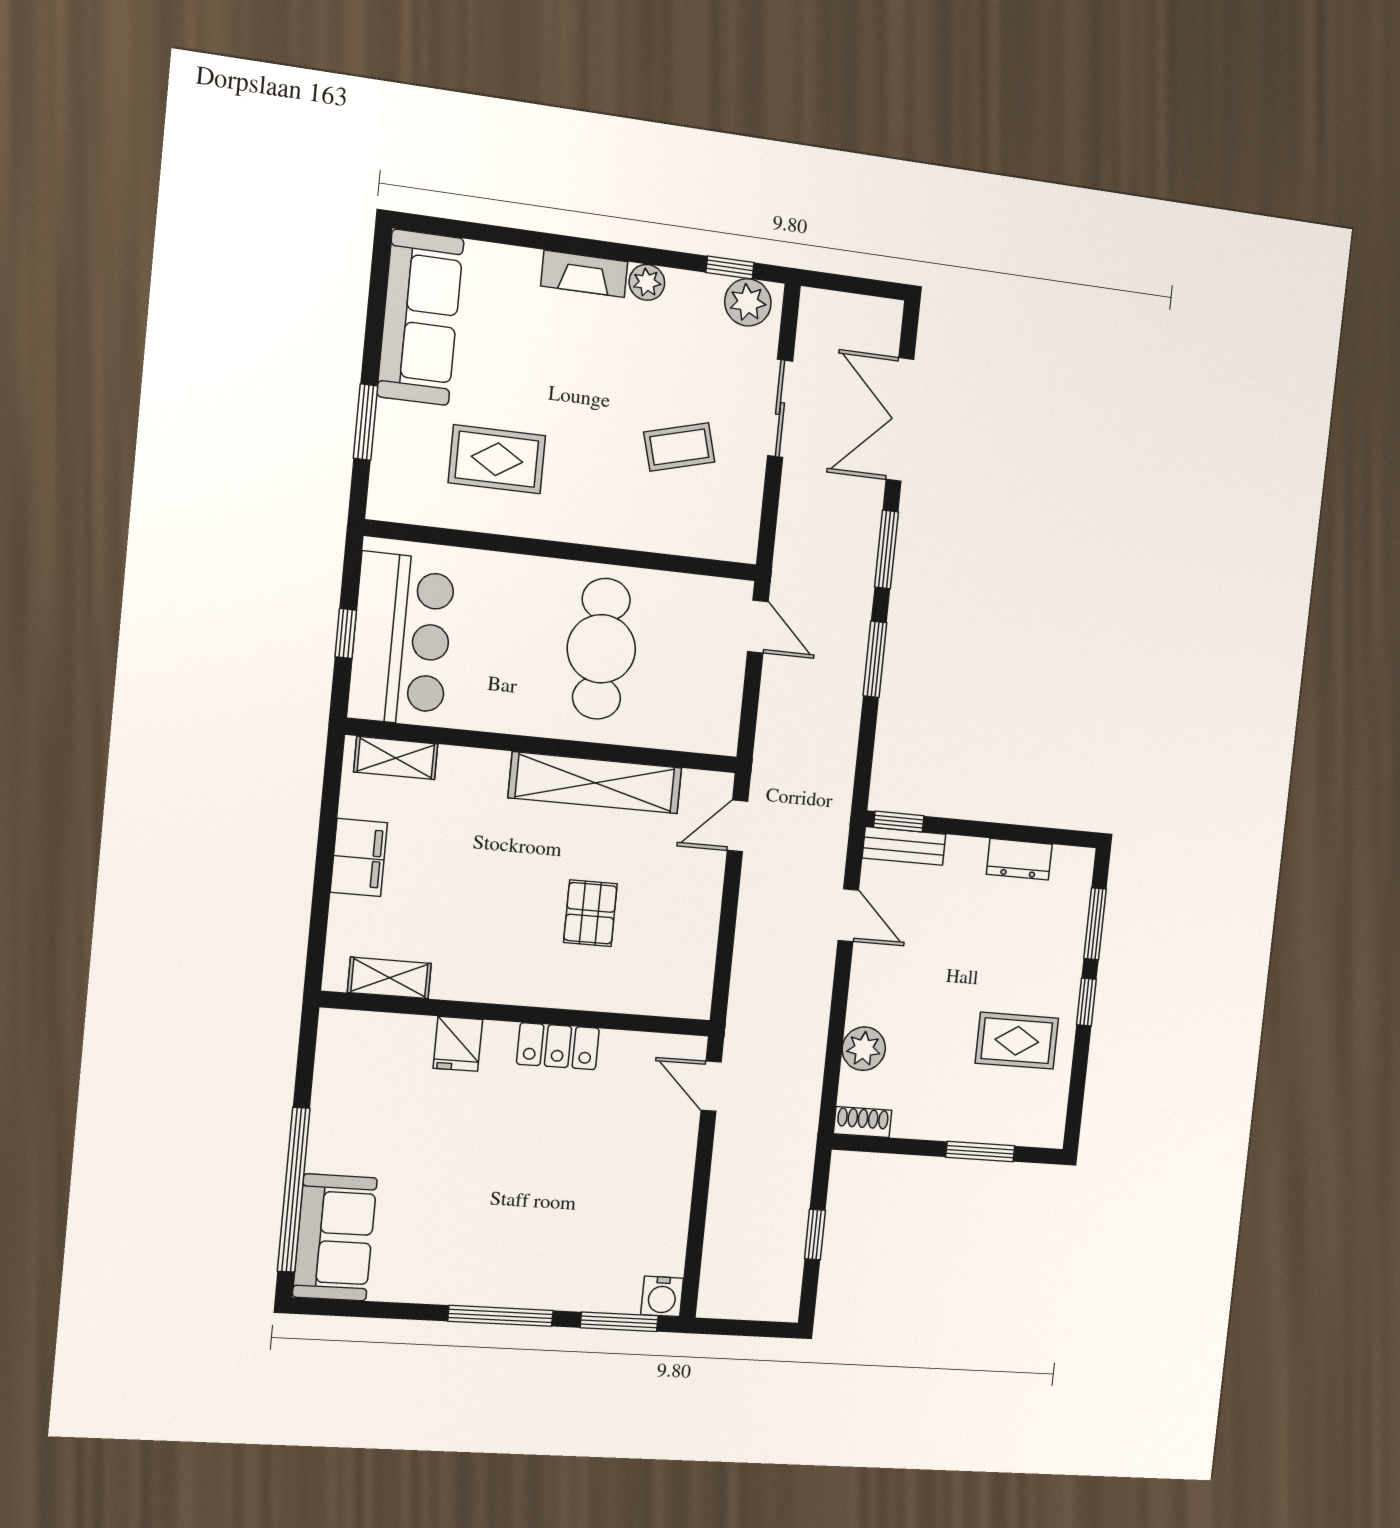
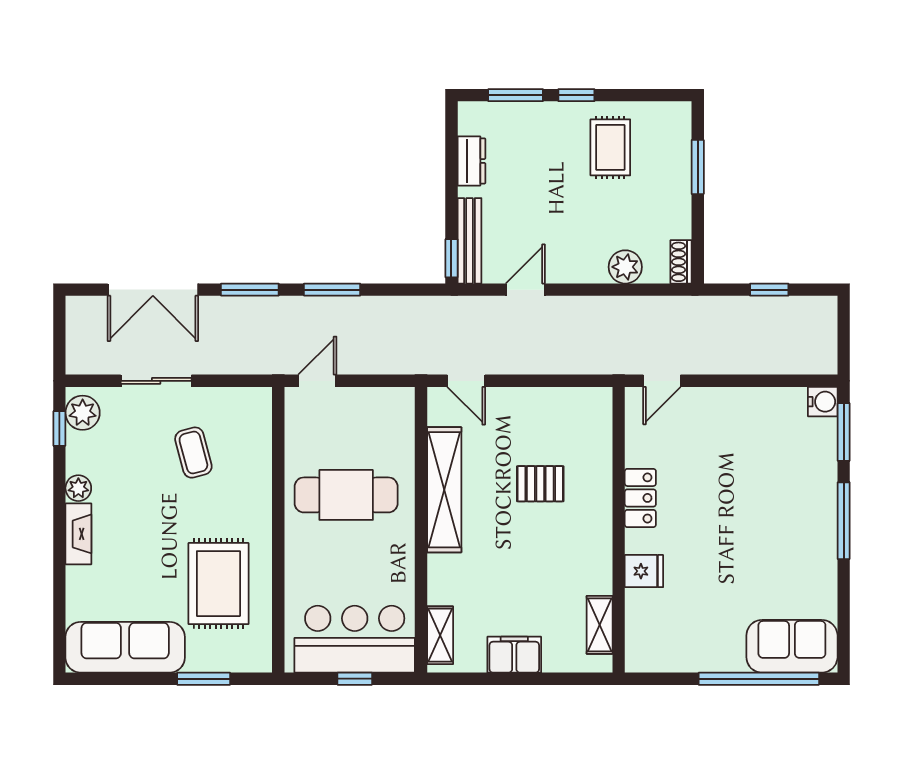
rug: (497, 459) -> (218, 584), width x1.36, depth x1.43
bench: (904, 846) -> (470, 241), width x1.36

